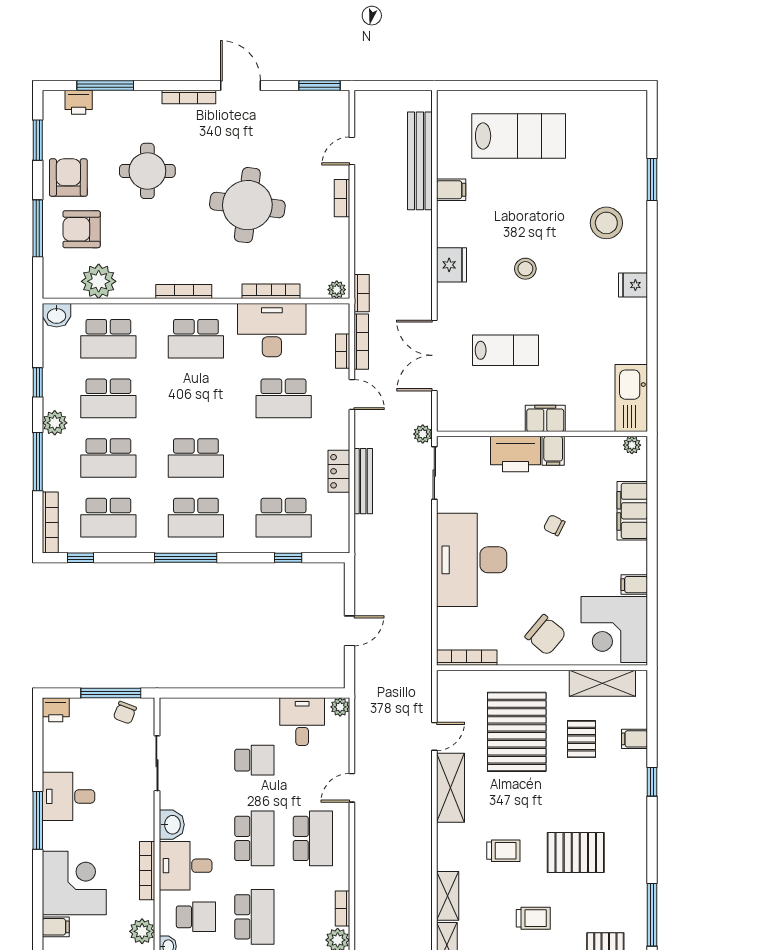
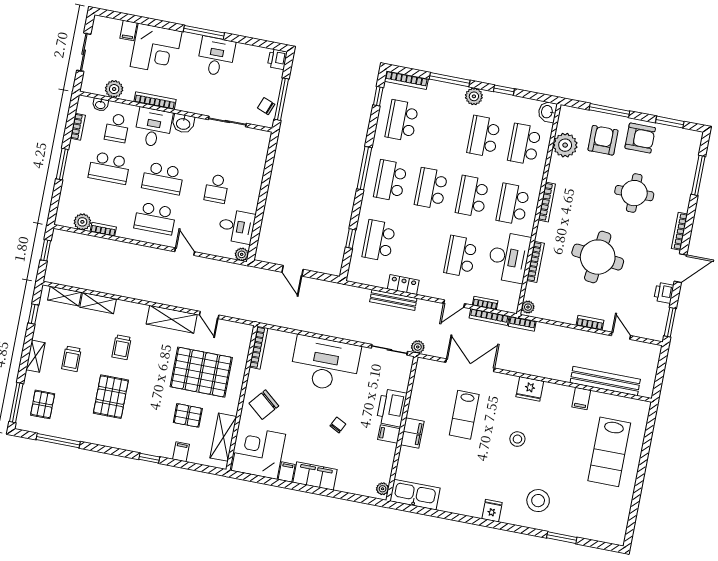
printer: (79, 102) -> (664, 293), moved
school desk: (108, 458) -> (472, 196), moved
filing cabinet: (632, 511) -> (315, 476), moved

